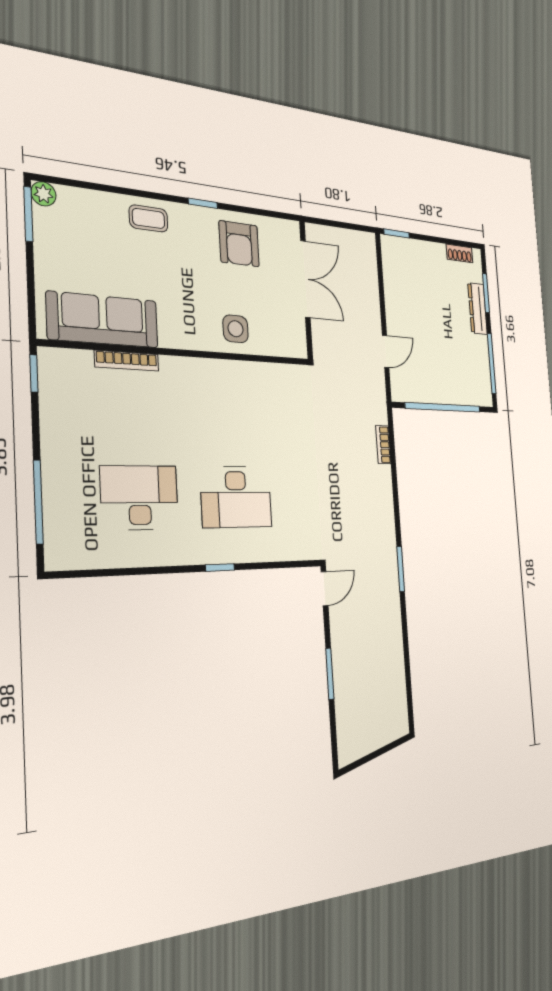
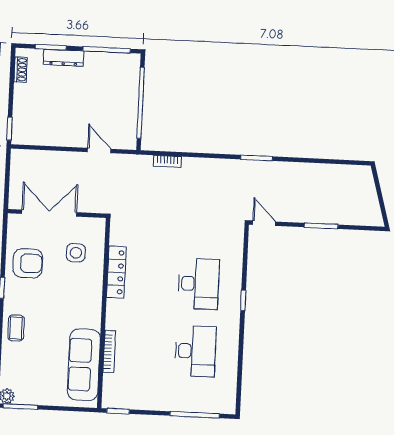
side table: (236, 329) -> (76, 253), moved
locker: (240, 373) -> (116, 272), added
desk: (140, 498) -> (195, 351), turned 180

